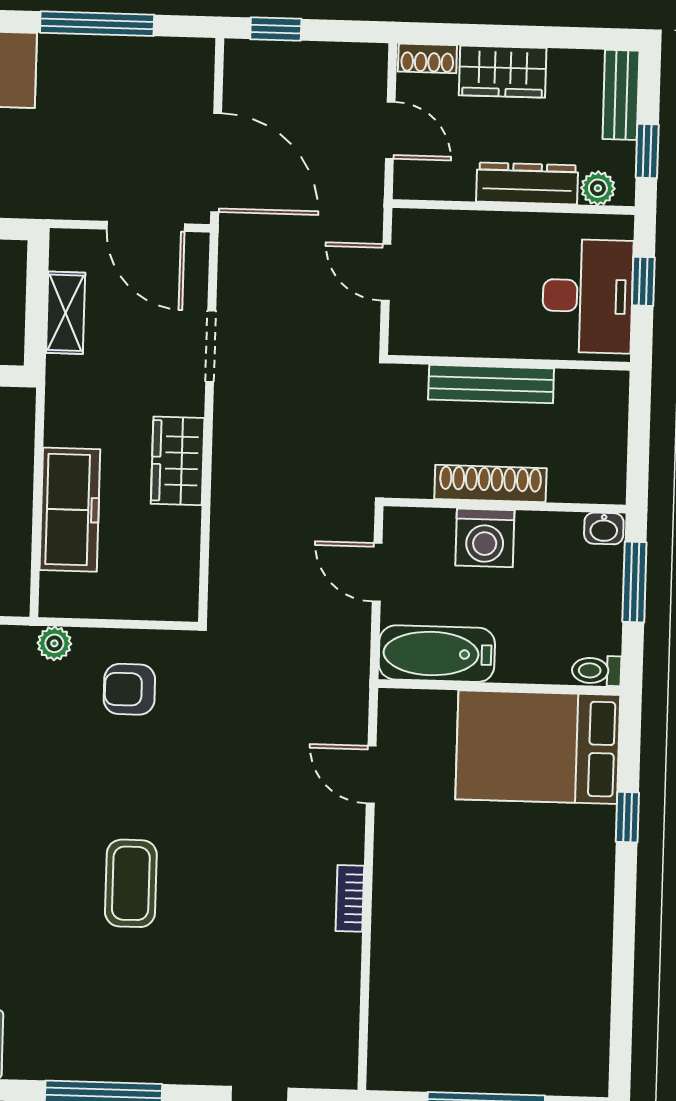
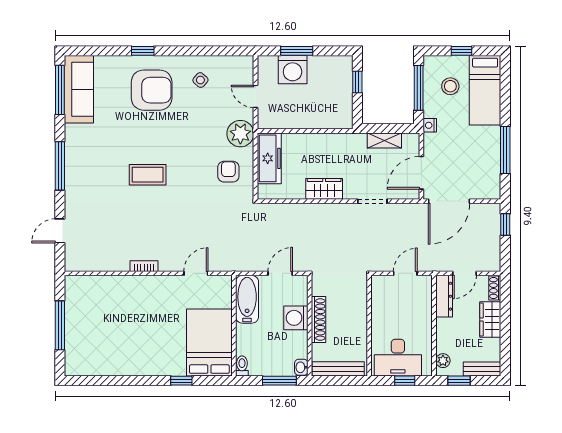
dresser: (527, 183) -> (444, 296), moved
nightstand: (32, 203) -> (430, 125), added
bench: (491, 384) -> (338, 369), moved, turned 90
freezer: (70, 510) -> (269, 158), moved, turned -90
plant: (54, 643) -> (240, 134), width x1.87, depth x1.87

